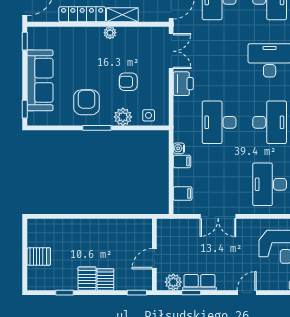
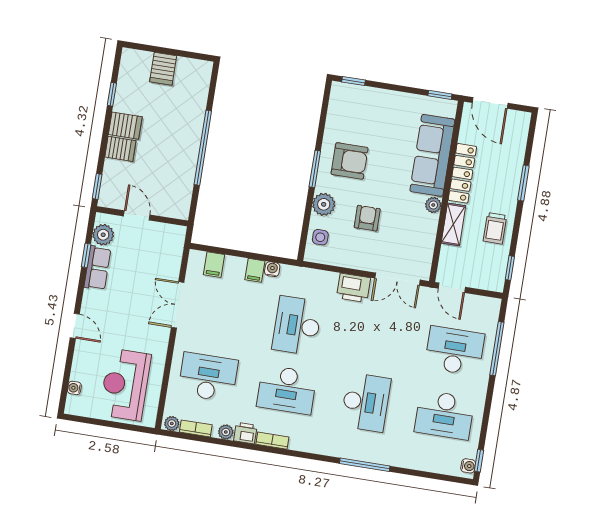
sofa: (40, 80) -> (432, 155), moved, turned 90
desk: (219, 122) -> (297, 326), turned -90
window: (94, 216) -> (203, 148), added

